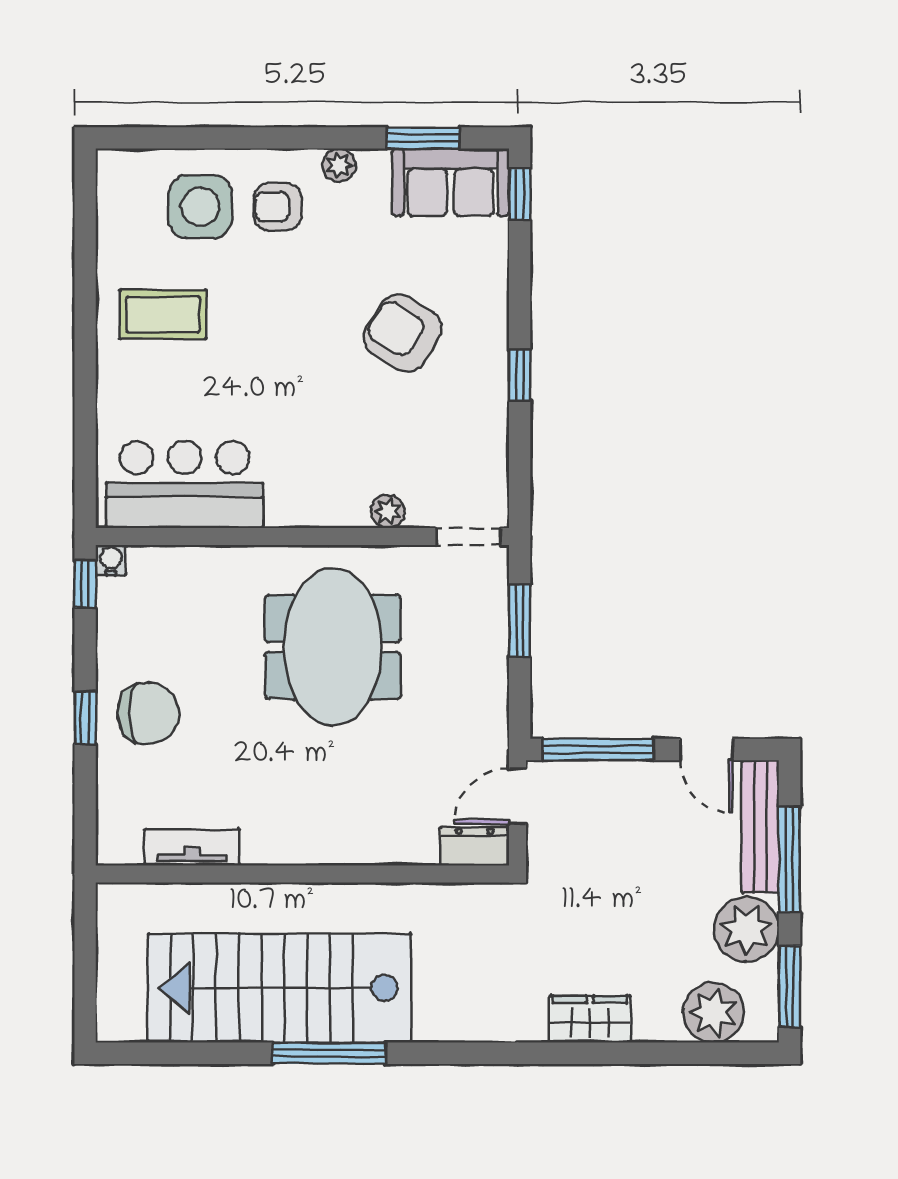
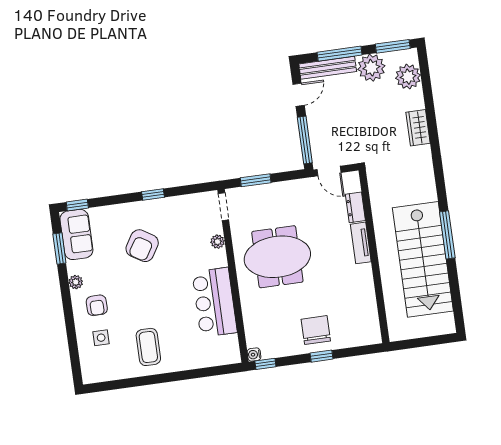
side table: (200, 207) -> (101, 338), width x0.54, depth x0.54
bar counter: (185, 484) -> (215, 302), moved
dresser: (475, 846) -> (355, 207), moved
tv unit: (192, 847) -> (361, 243), moved

